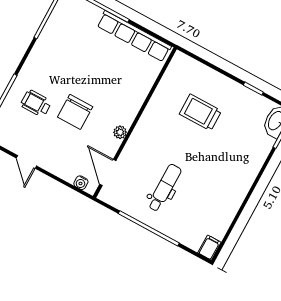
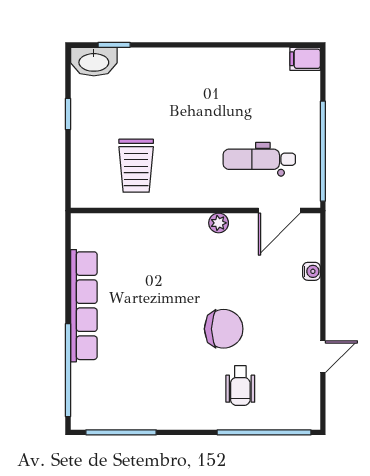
wall: (135, 123) -> (195, 211), moved
plant: (120, 132) -> (219, 223), moved
door: (108, 172) -> (279, 211), moved

